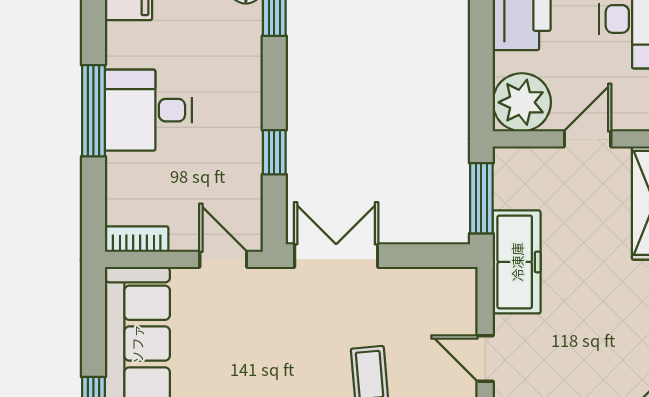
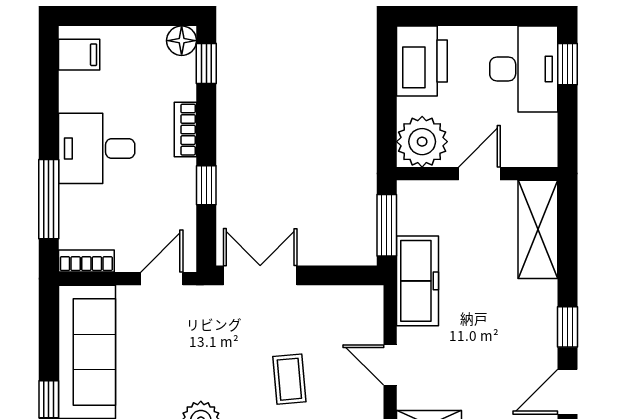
bookcase: (250, 88) -> (185, 130), added
window: (93, 111) -> (49, 199), moved
door: (223, 259) -> (162, 279), hinge flipped

